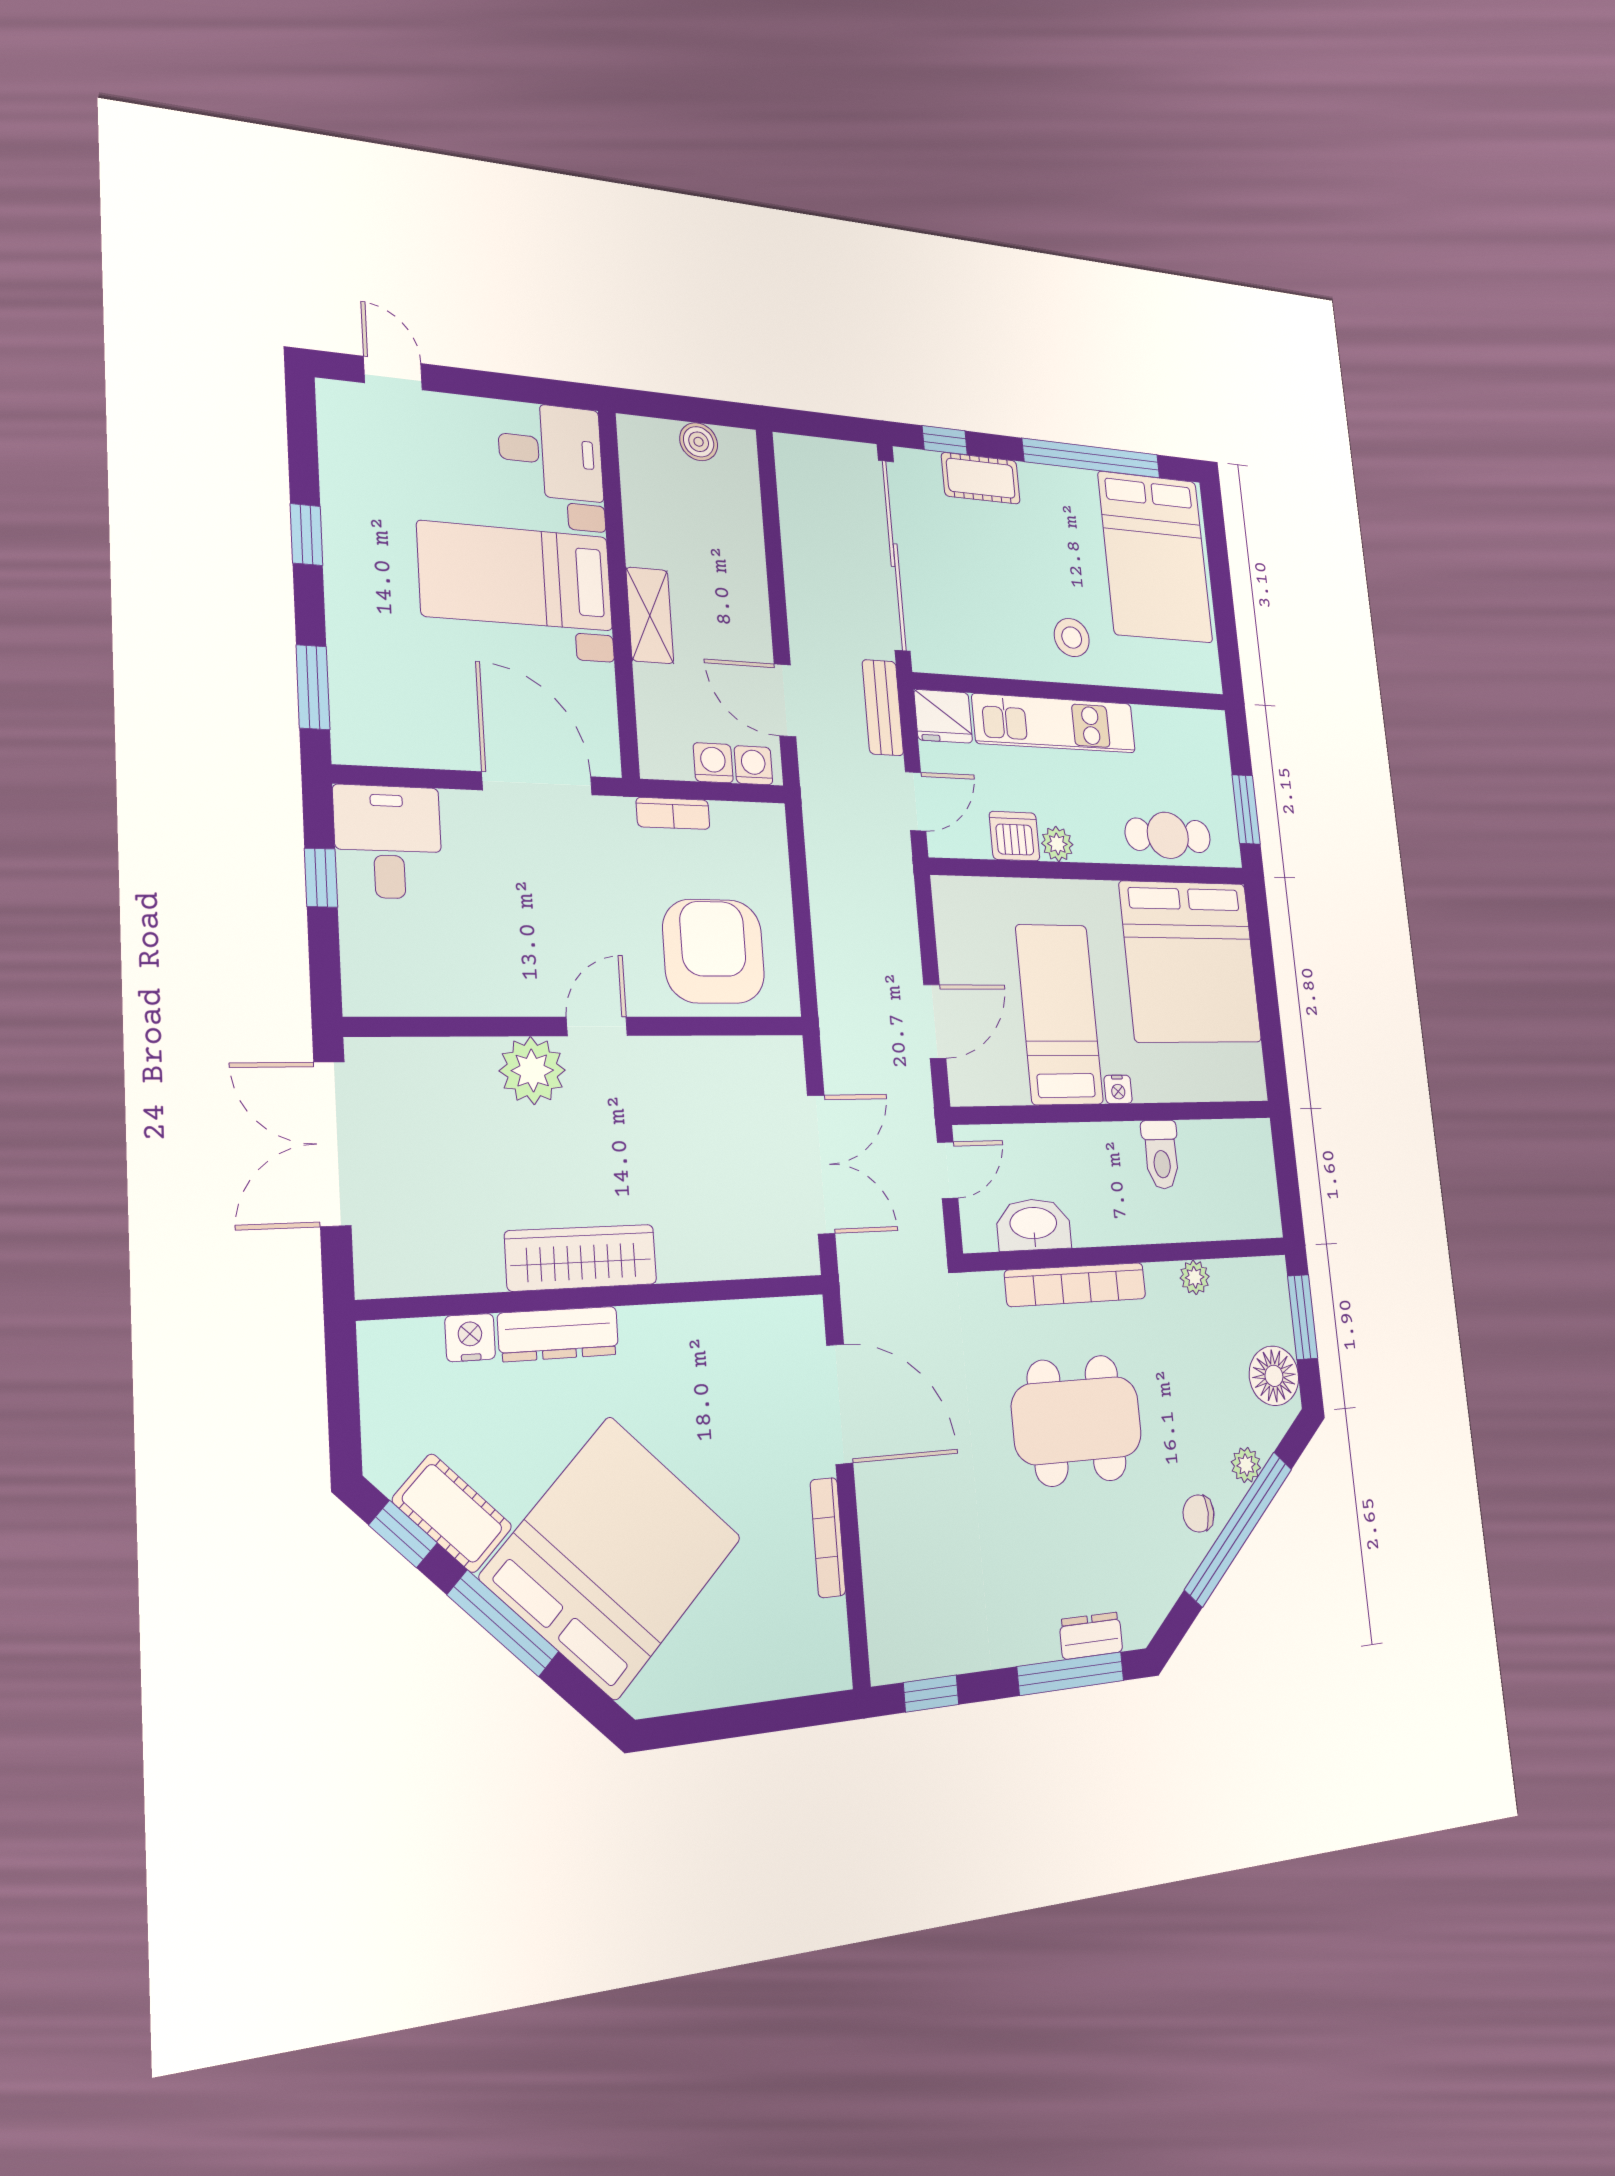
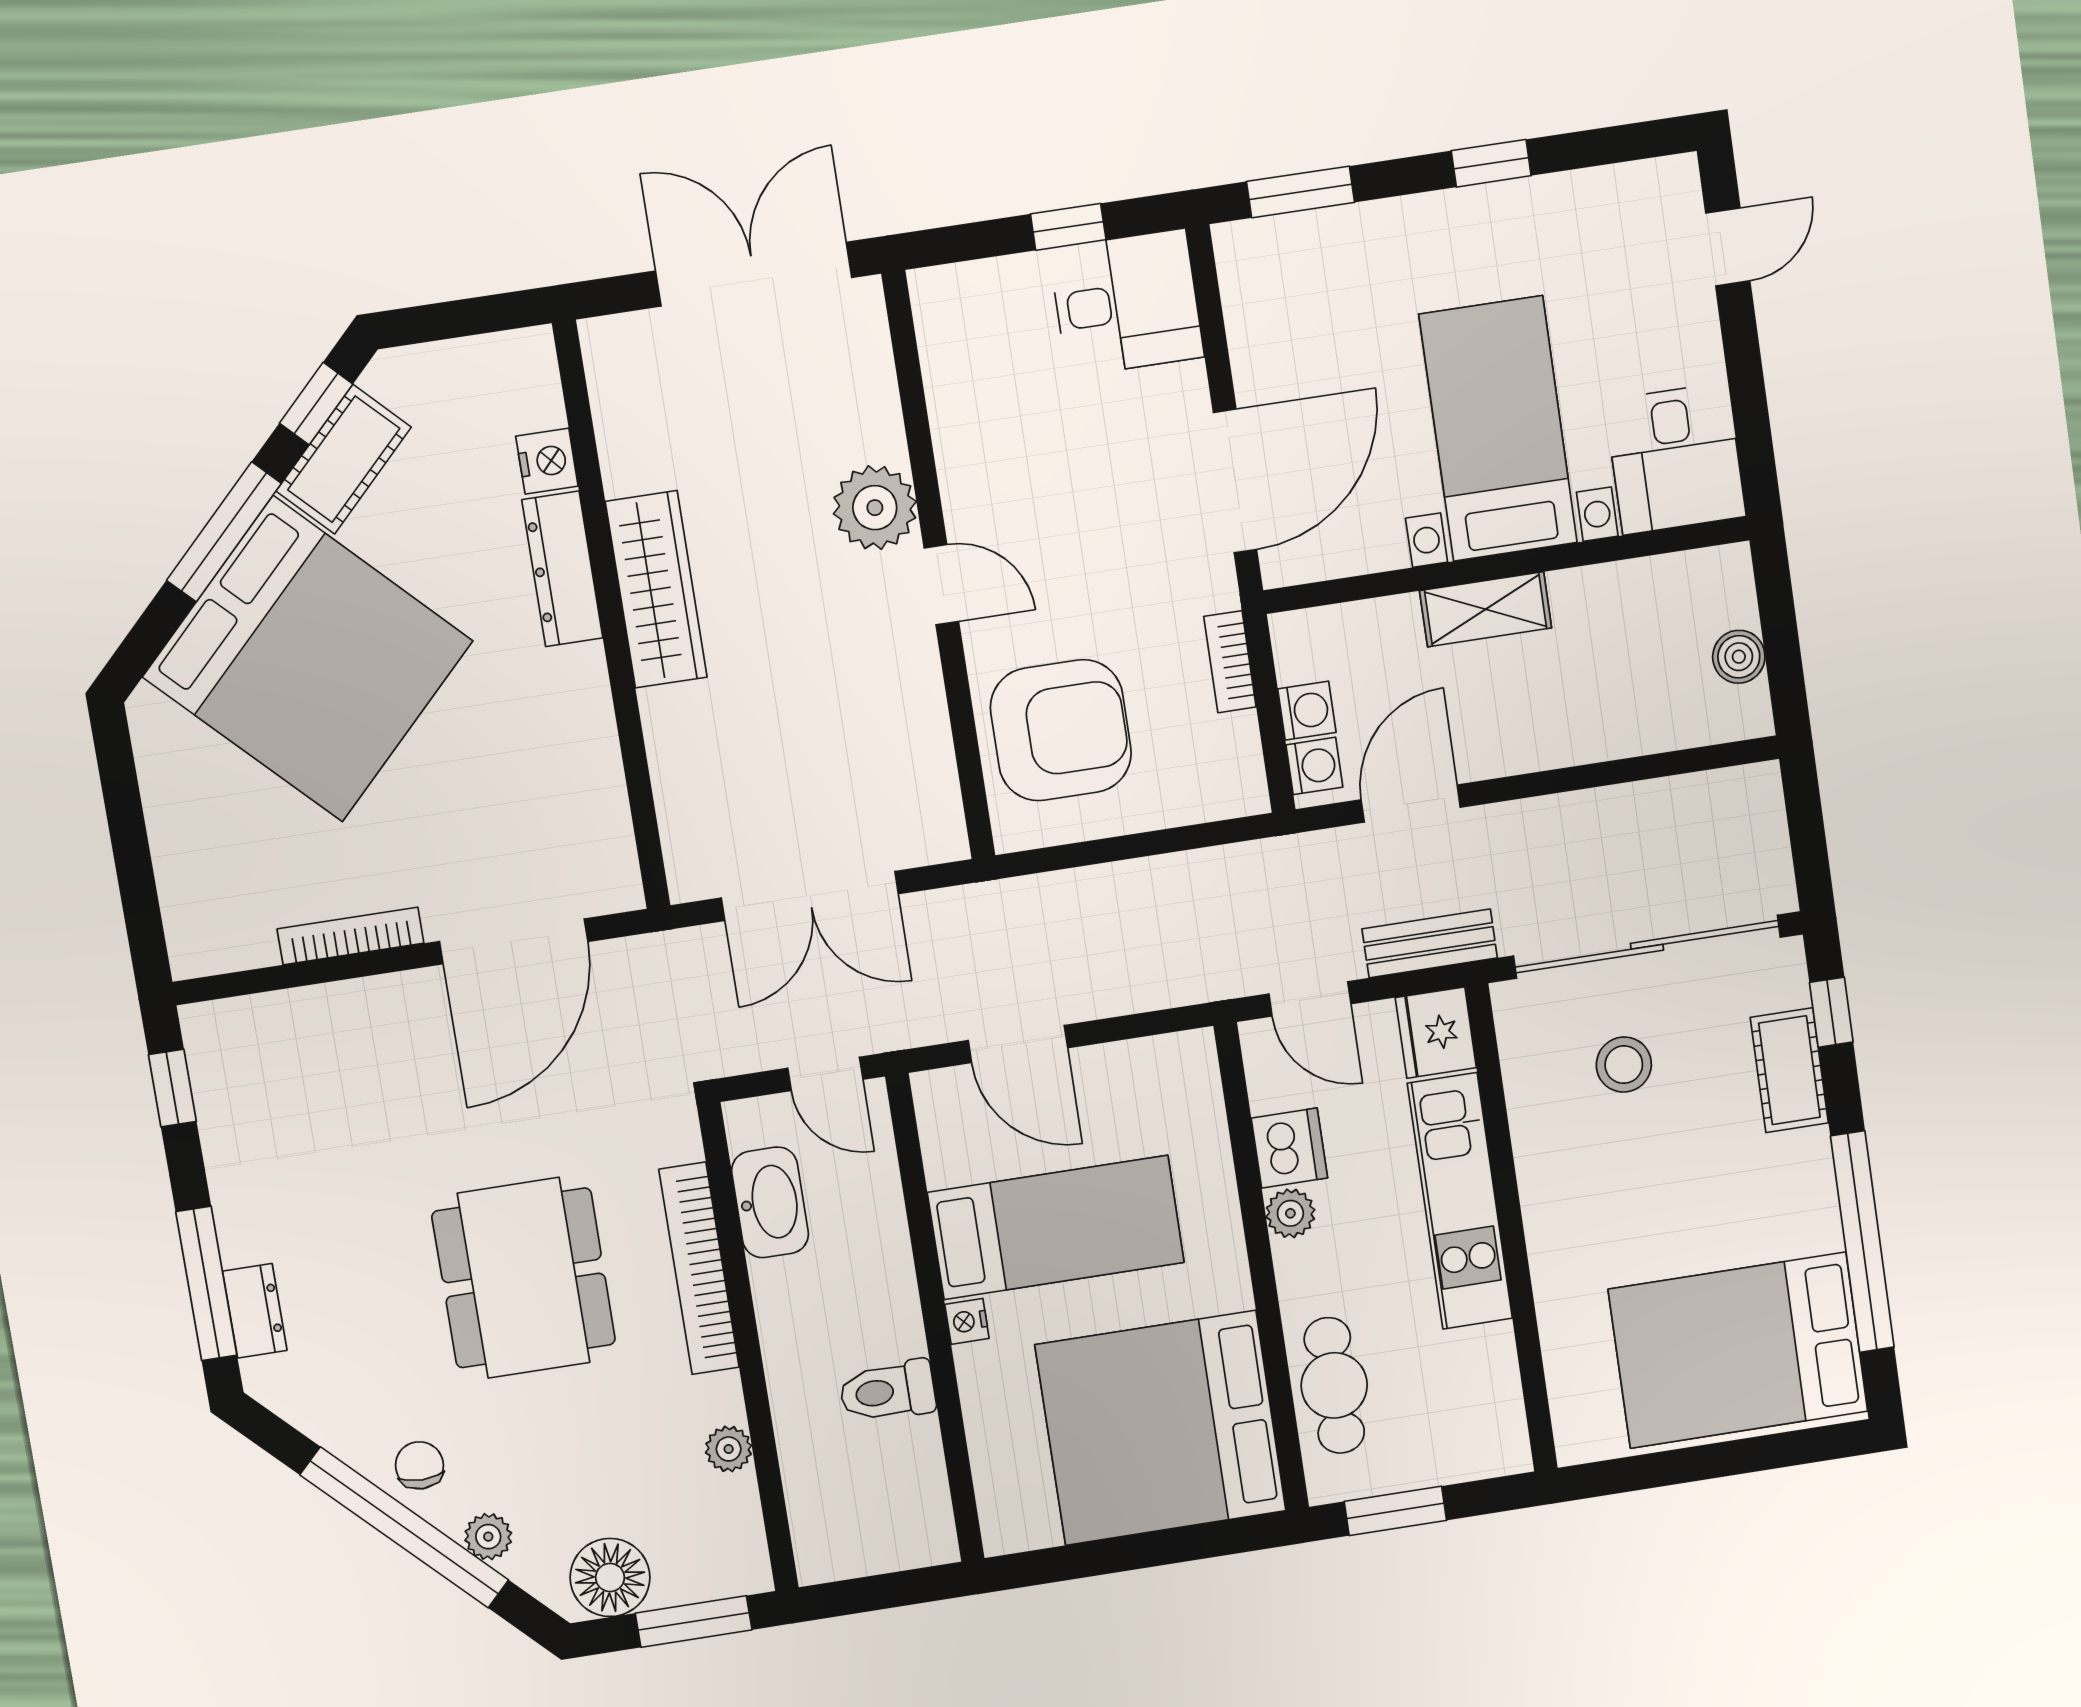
stool: (1072, 638) -> (1624, 1065), moved

